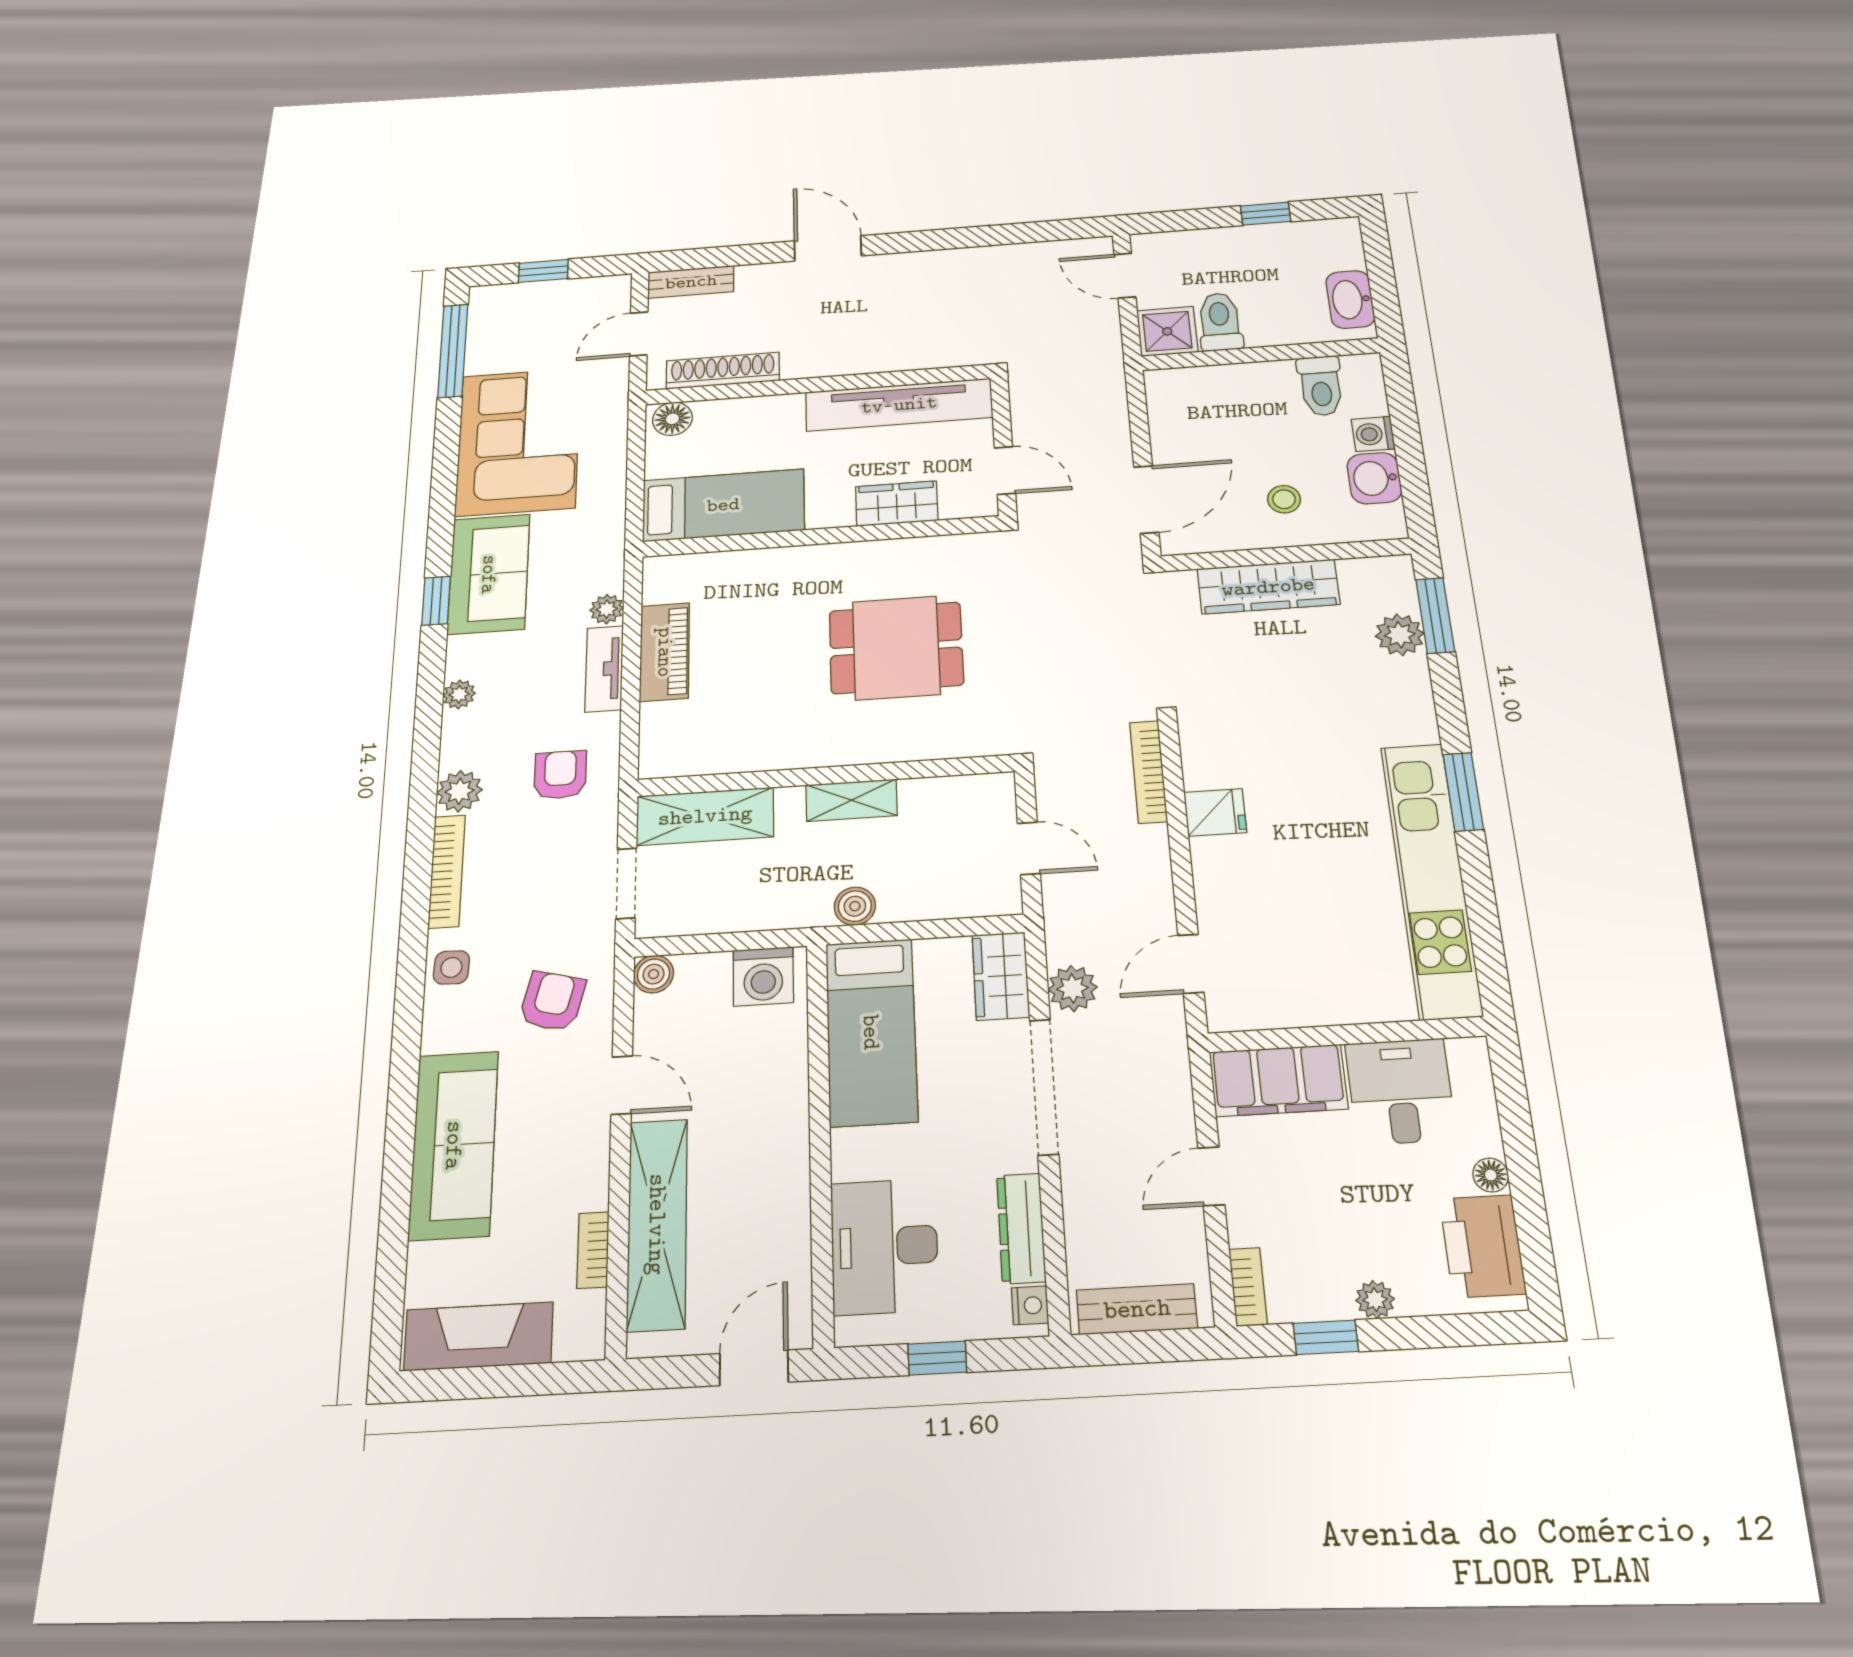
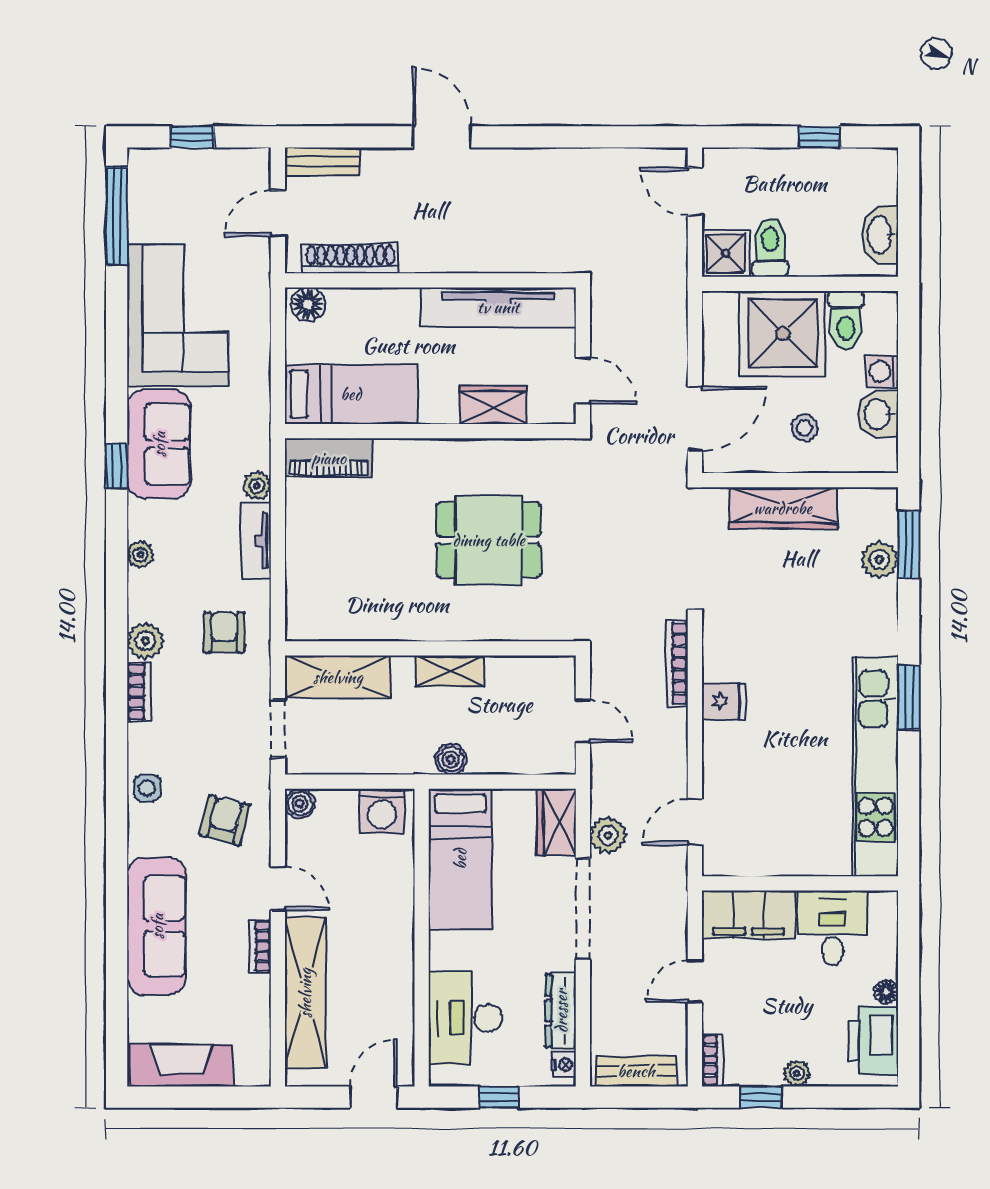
shower: (1245, 405) -> (783, 333), added
piano: (665, 652) -> (329, 458), moved, turned 90
bookcase: (447, 871) -> (139, 692), width x0.64
bookcase: (593, 1250) -> (260, 946), moved

